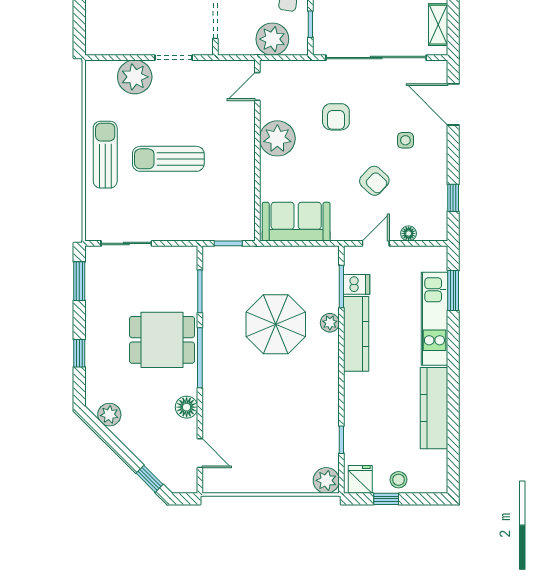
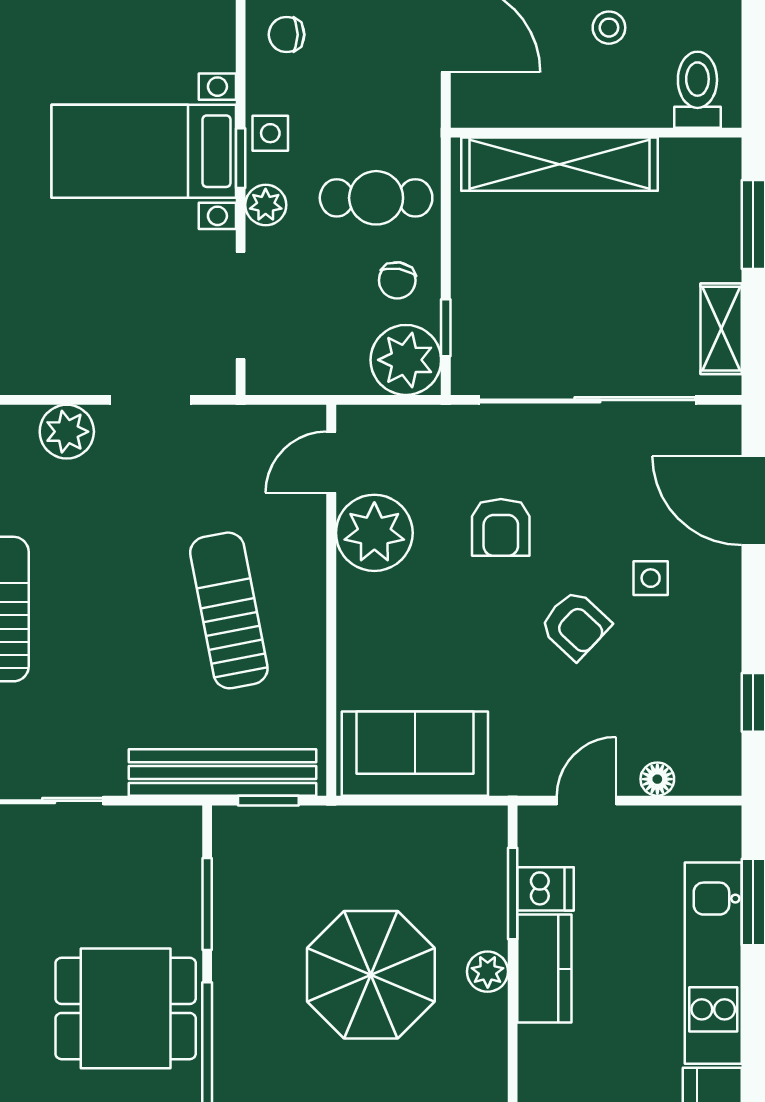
plant: (272, 39) -> (406, 360), moved
plant: (135, 77) -> (67, 432), width x0.73, depth x0.73
plant: (277, 138) -> (374, 533), moved
sun lounger: (168, 159) -> (229, 610), moved, turned 79
armchair: (374, 181) -> (575, 625), moved
bench: (207, 230) -> (222, 773), added
kitchen counter: (356, 334) -> (544, 969), width x0.67

